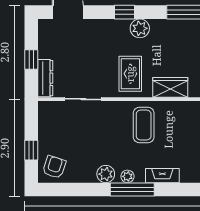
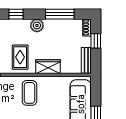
plant: (140, 28) -> (37, 25), moved

